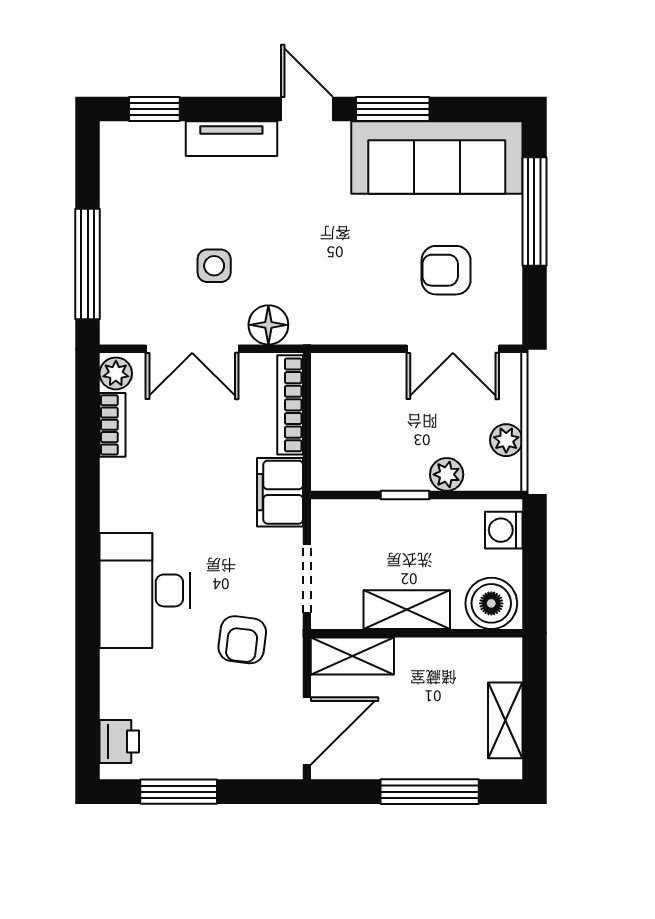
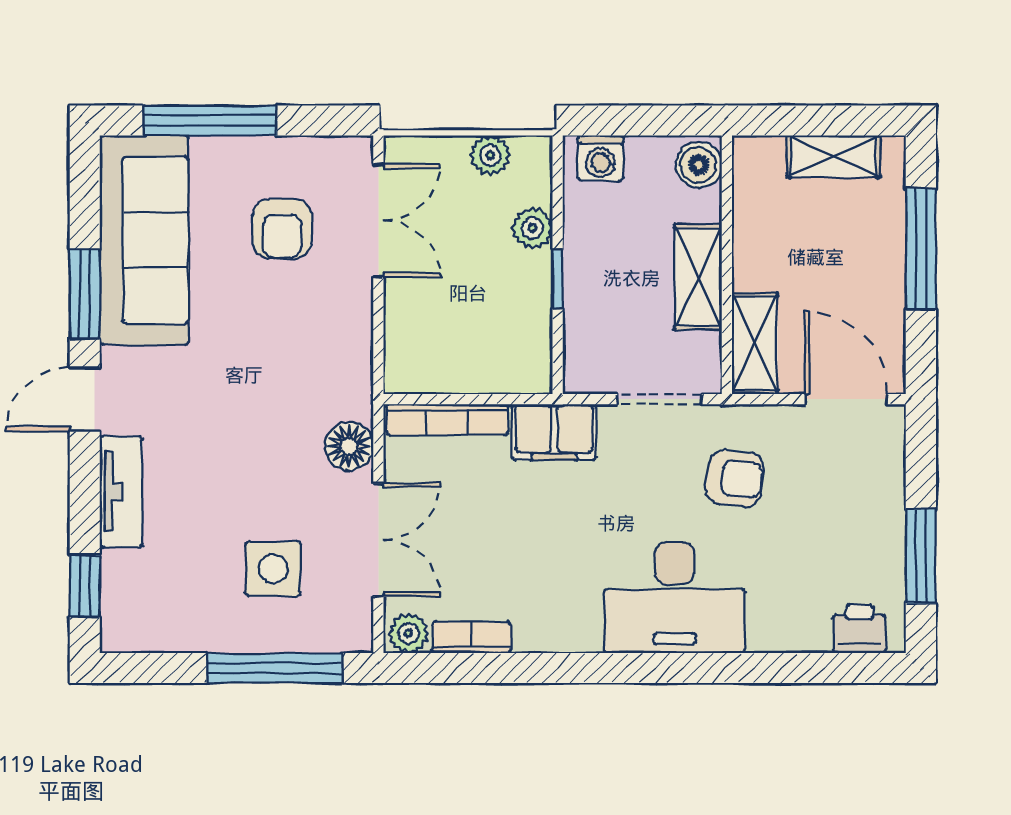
side table: (214, 266) -> (273, 569), moved, width x1.37, depth x1.37
boiler: (491, 603) -> (699, 165), width x0.73, depth x0.73

